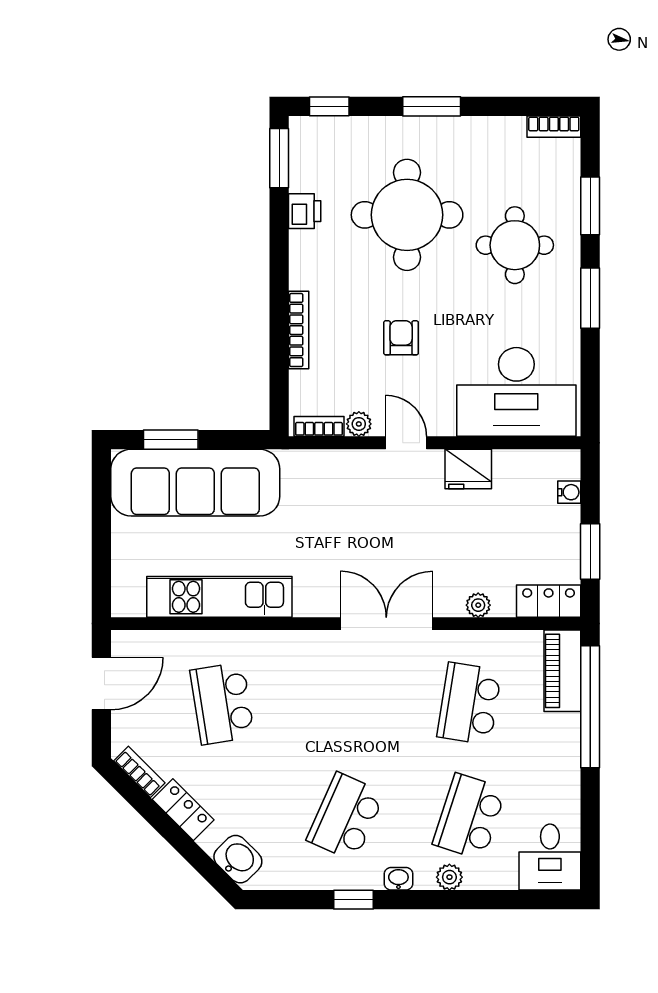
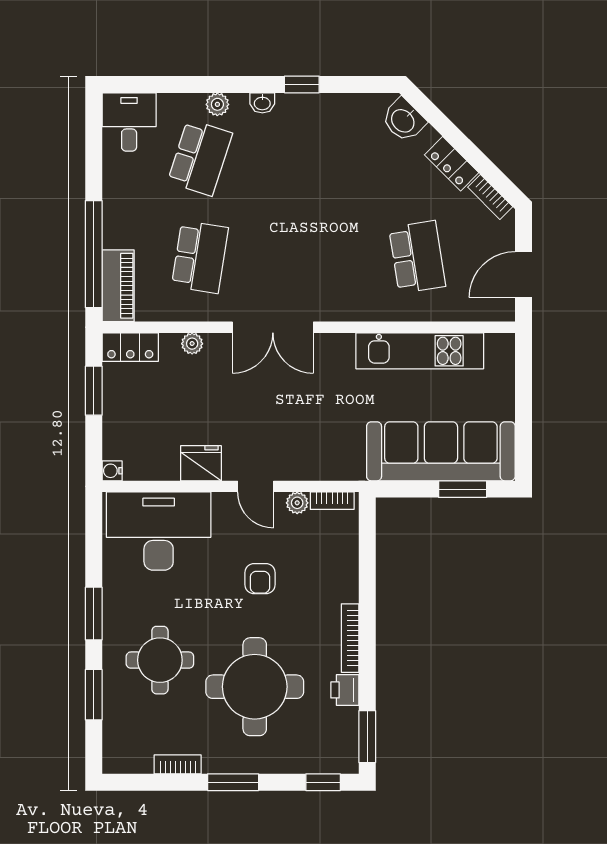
bookcase: (554, 127) -> (178, 764), moved
bookcase: (299, 330) -> (350, 638), moved
water cooler: (569, 492) -> (112, 471), moved
school desk: (346, 817) -> (309, 158), removed

